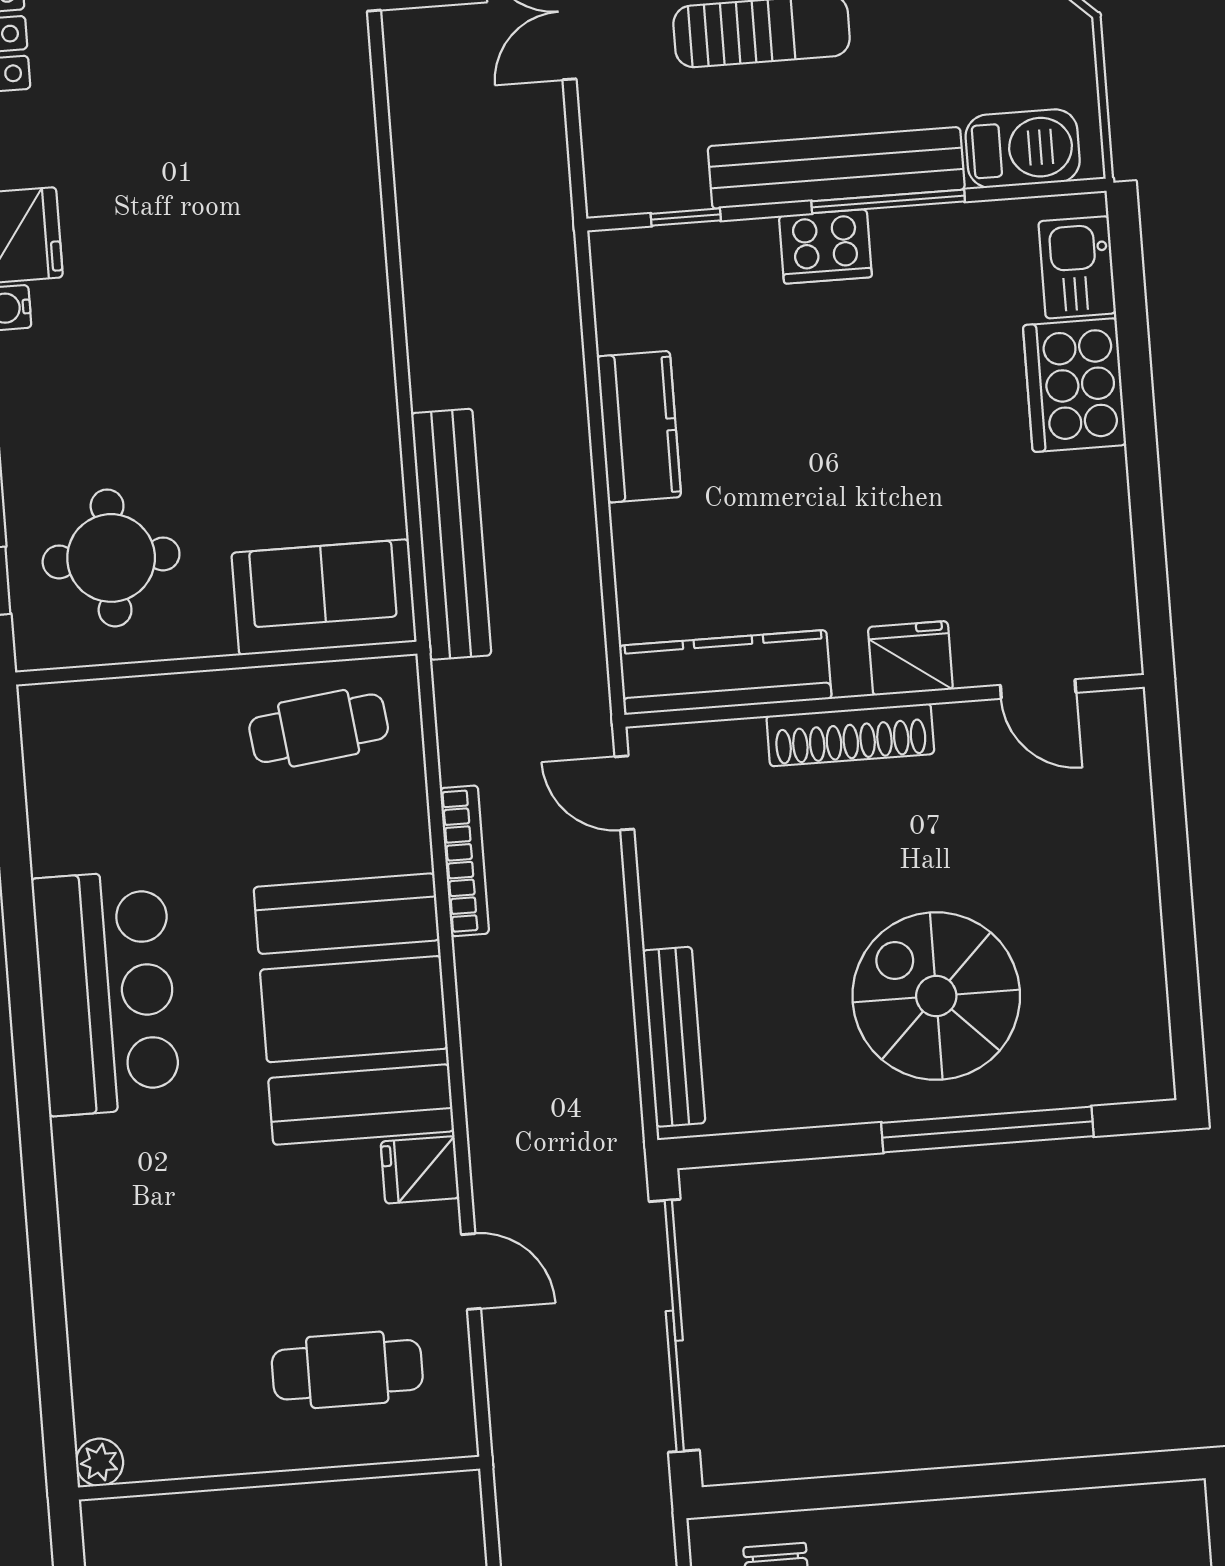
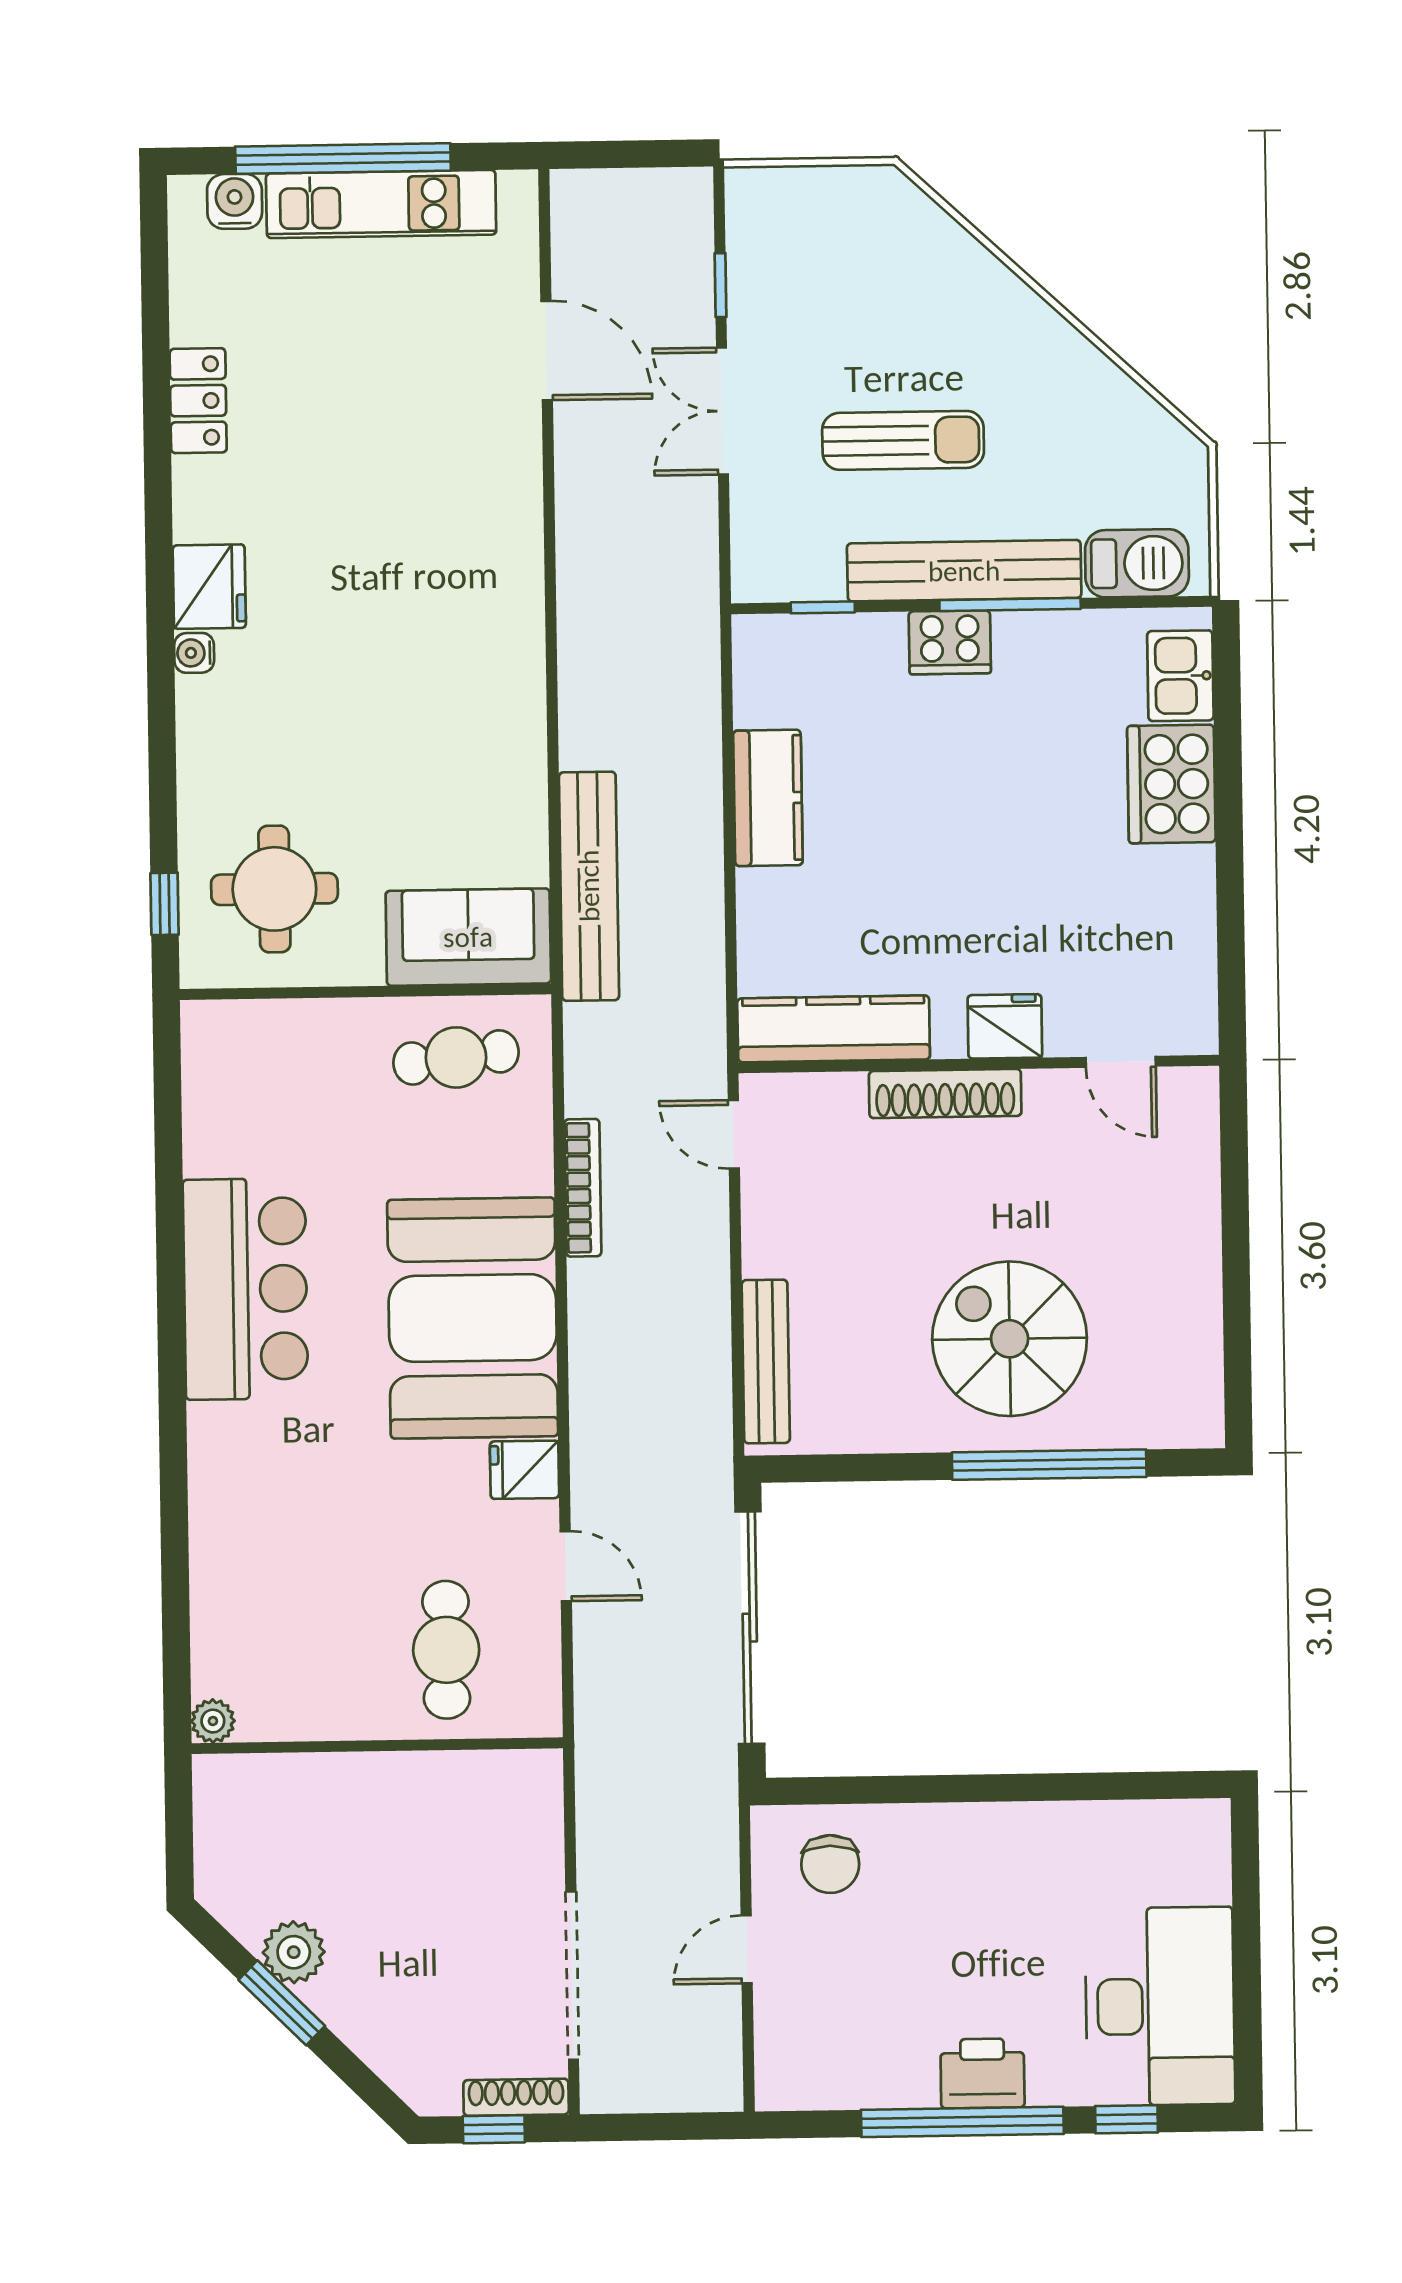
cafe table: (347, 1370) -> (446, 1650), turned 90

